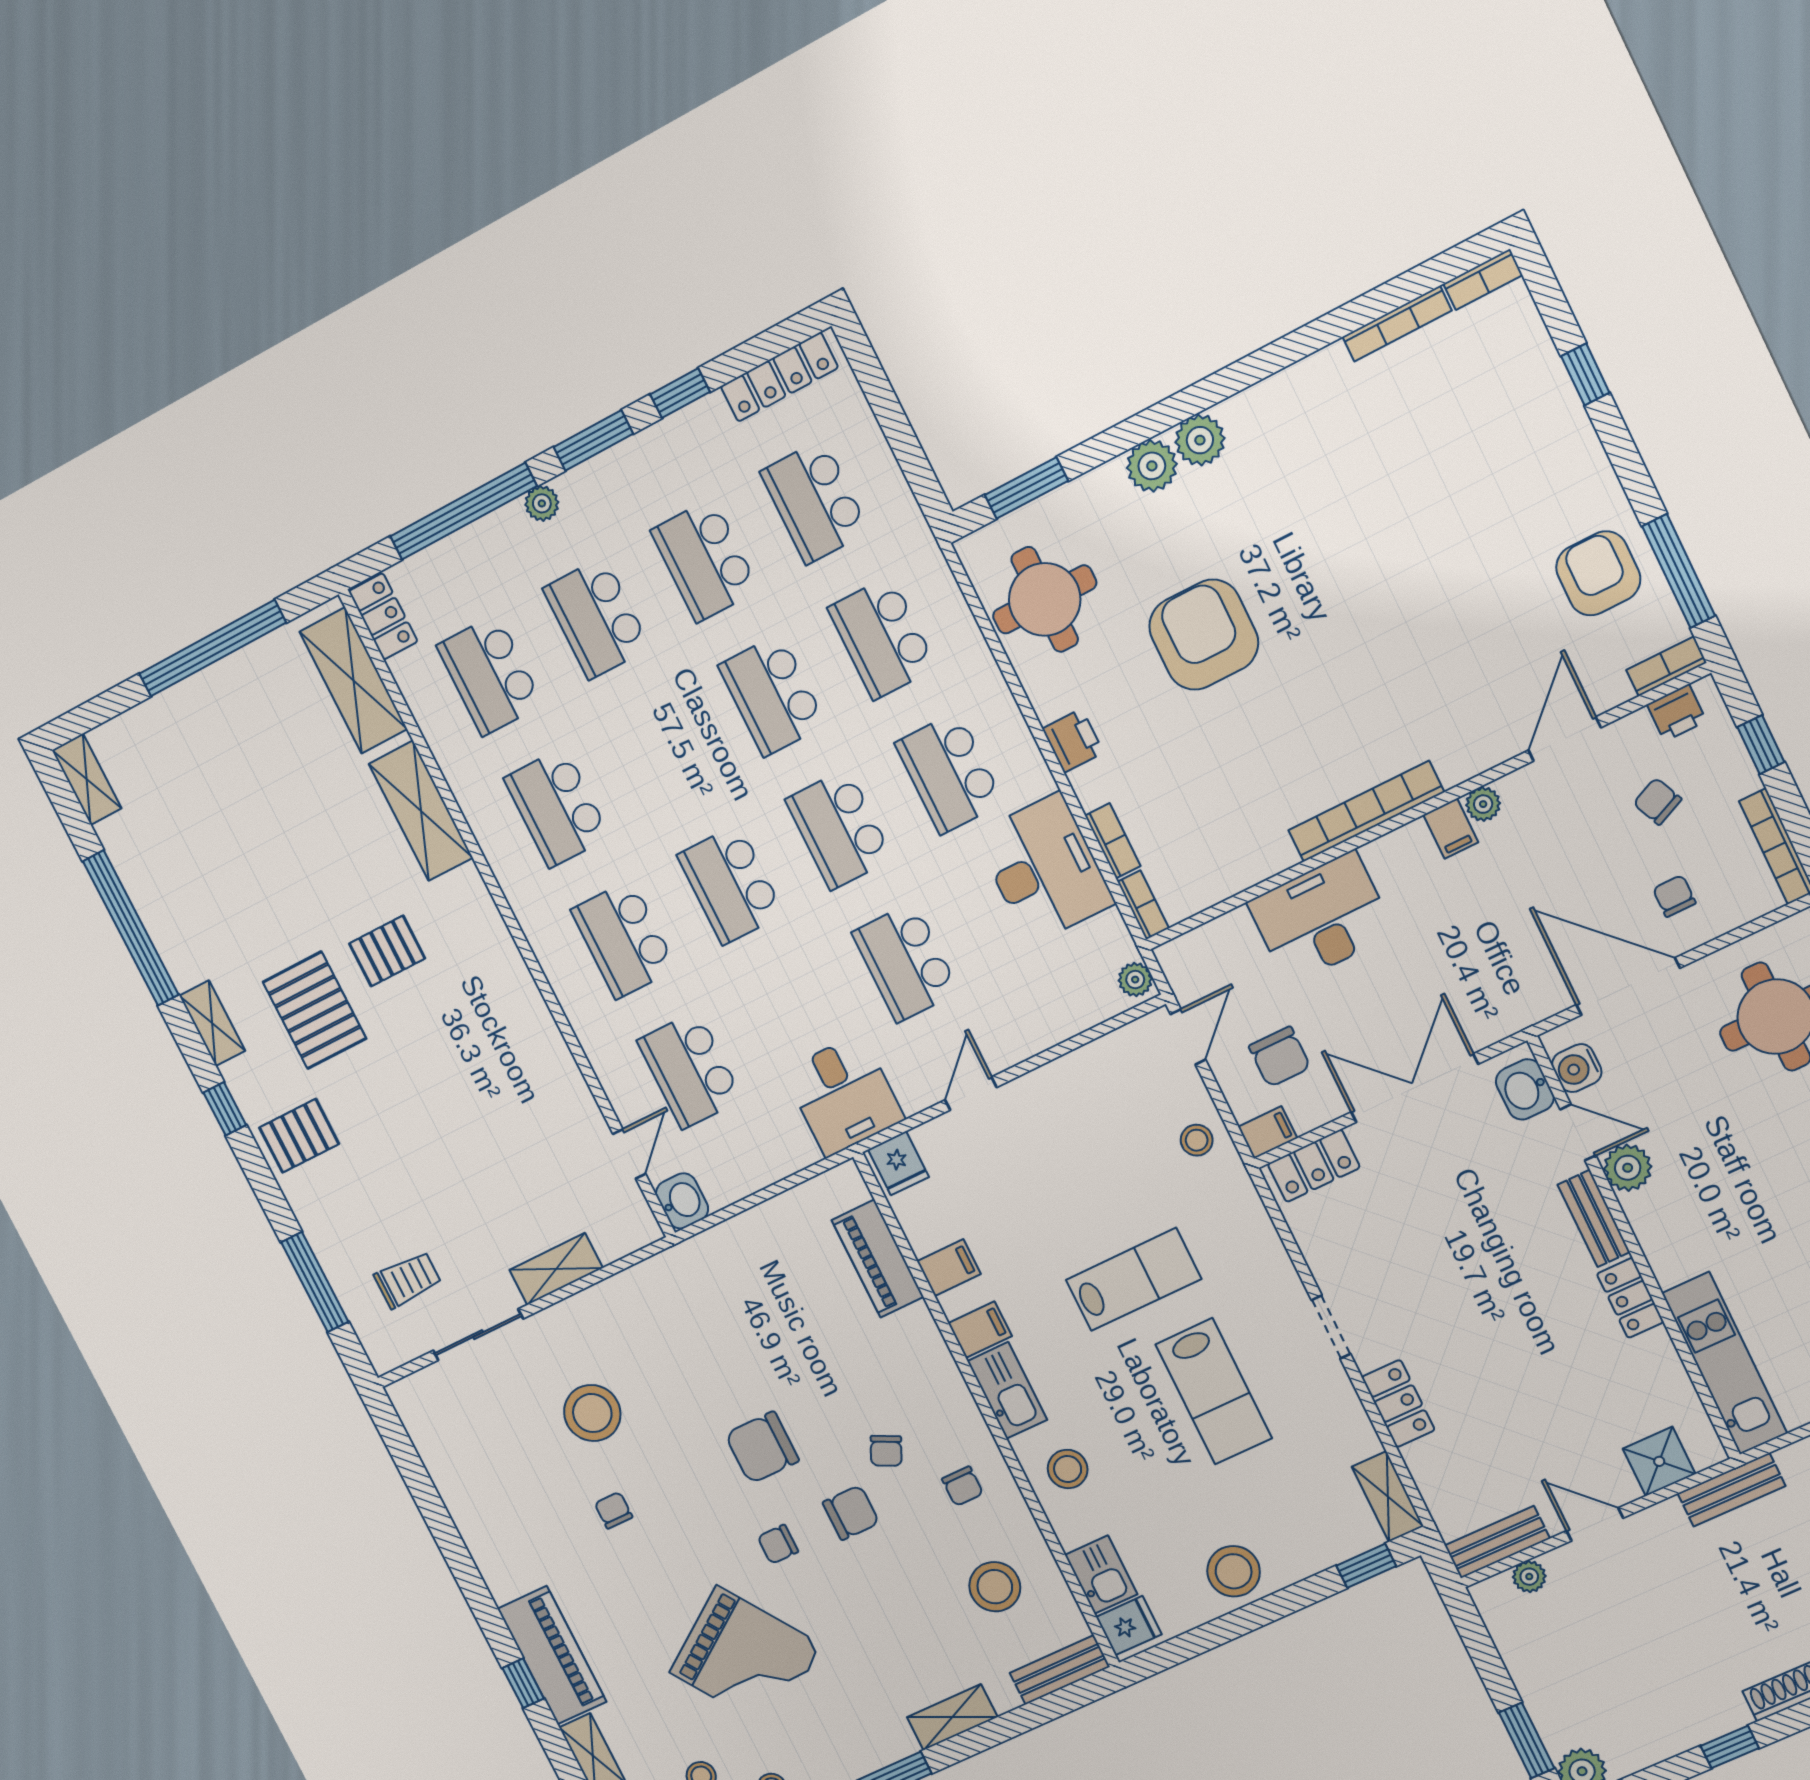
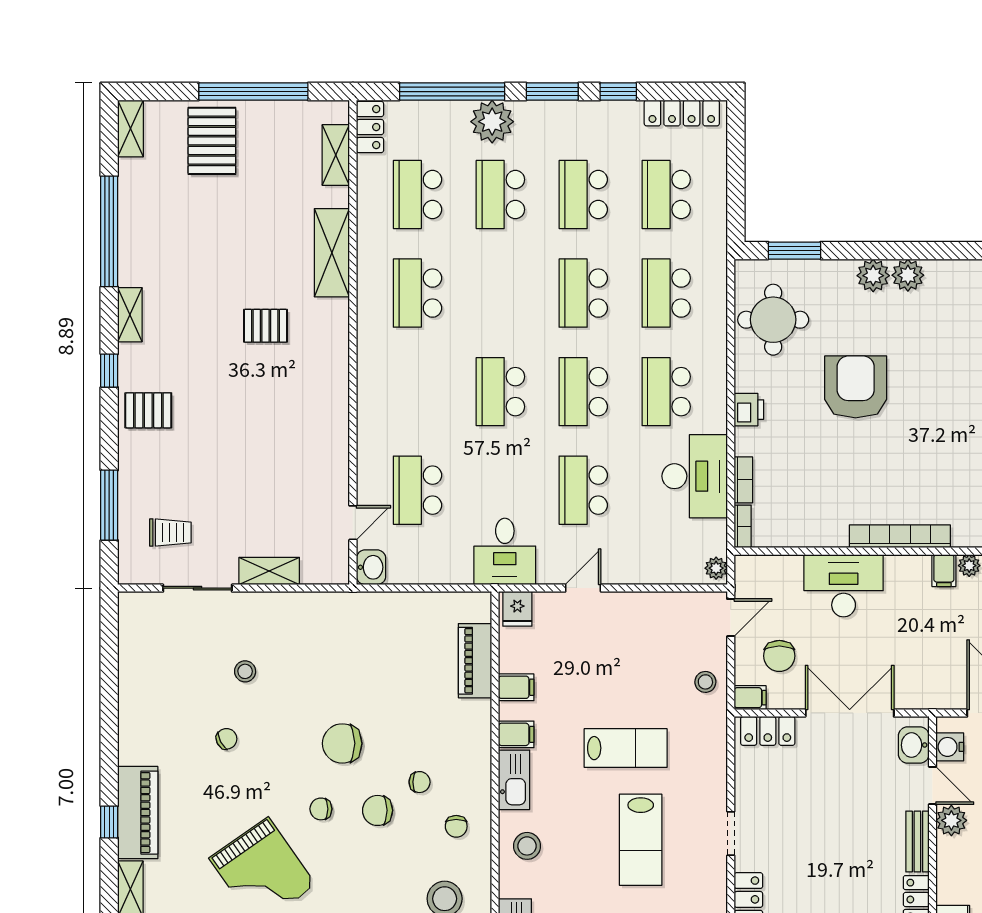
plant: (542, 503) -> (492, 122), width x1.87, depth x1.87
shelving: (353, 680) -> (336, 155), width x0.67, depth x0.75
school desk: (624, 939) -> (417, 392), removed
pallet: (314, 1010) -> (212, 141), moved
stool: (592, 1413) -> (245, 671), width x0.53, depth x0.53
chair: (886, 1451) -> (420, 782), turned -115
chair: (613, 1510) -> (227, 739), turned 63
chair: (851, 1513) -> (378, 810), turned 180

